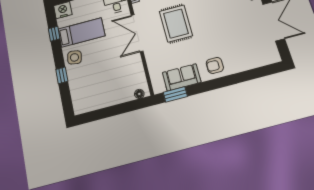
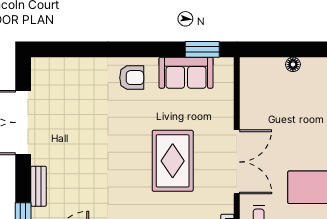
floor lamp: (139, 94) -> (293, 64), moved

